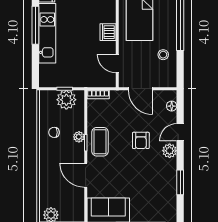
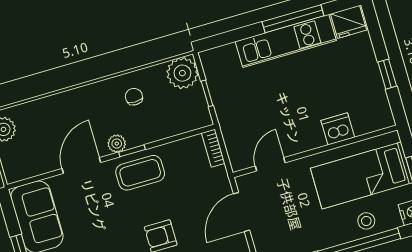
dishwasher: (108, 32) -> (338, 129), moved
stool: (163, 55) -> (366, 221), moved
plant: (66, 100) -> (182, 73), moved
plant: (79, 137) -> (117, 144), moved

